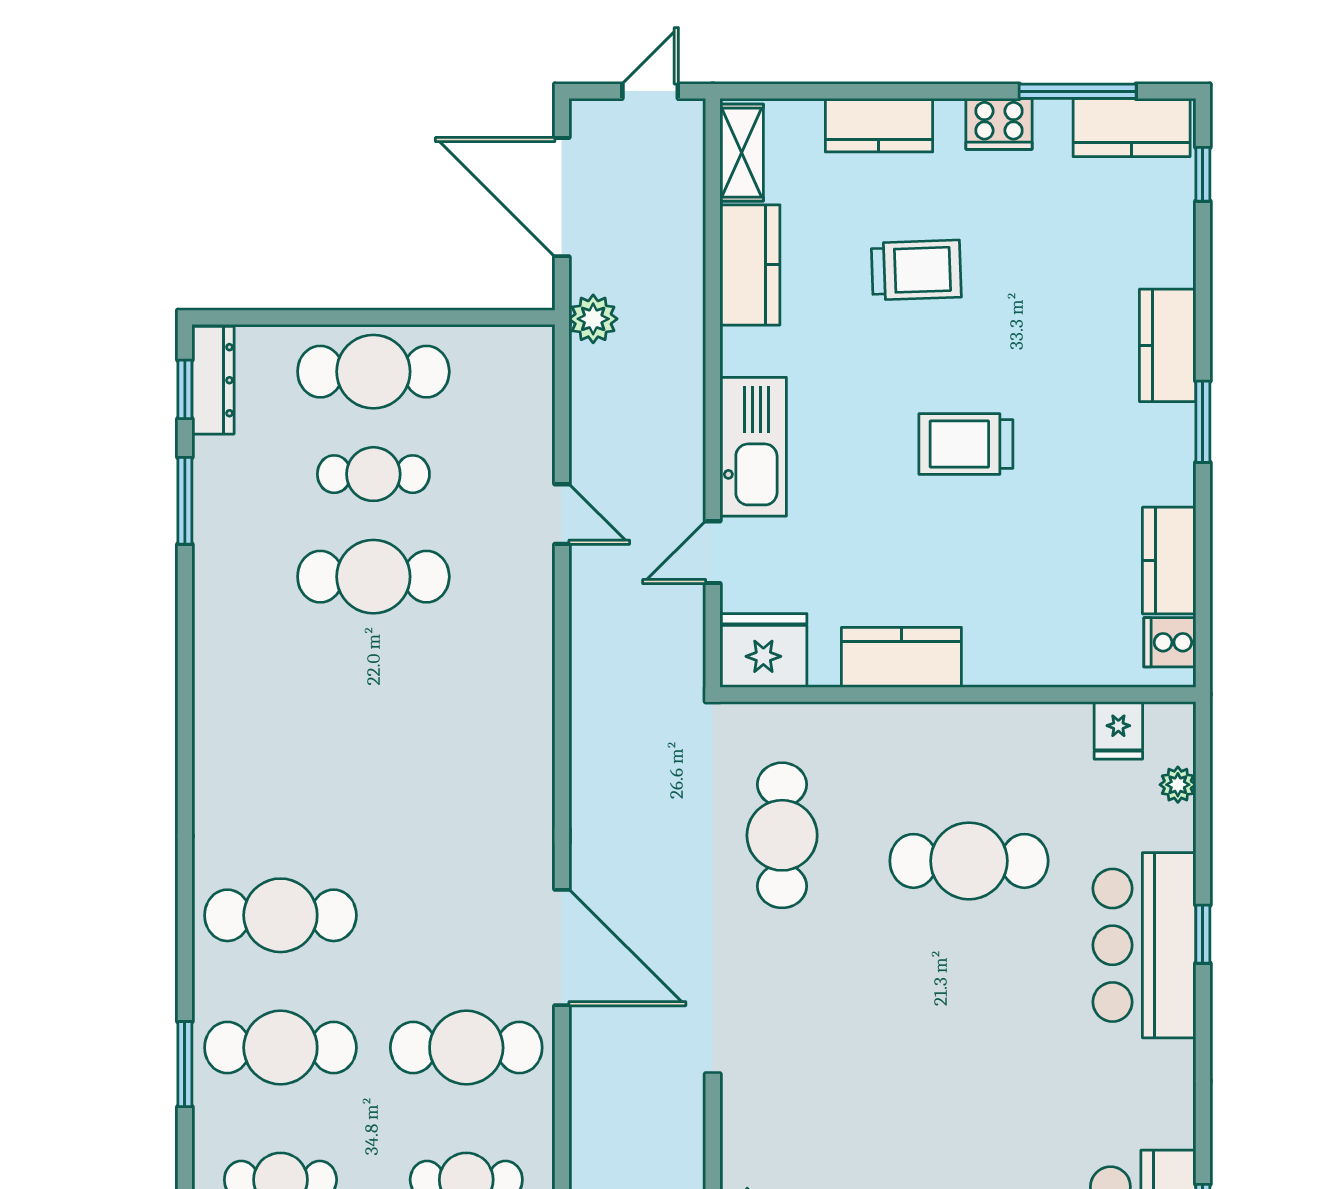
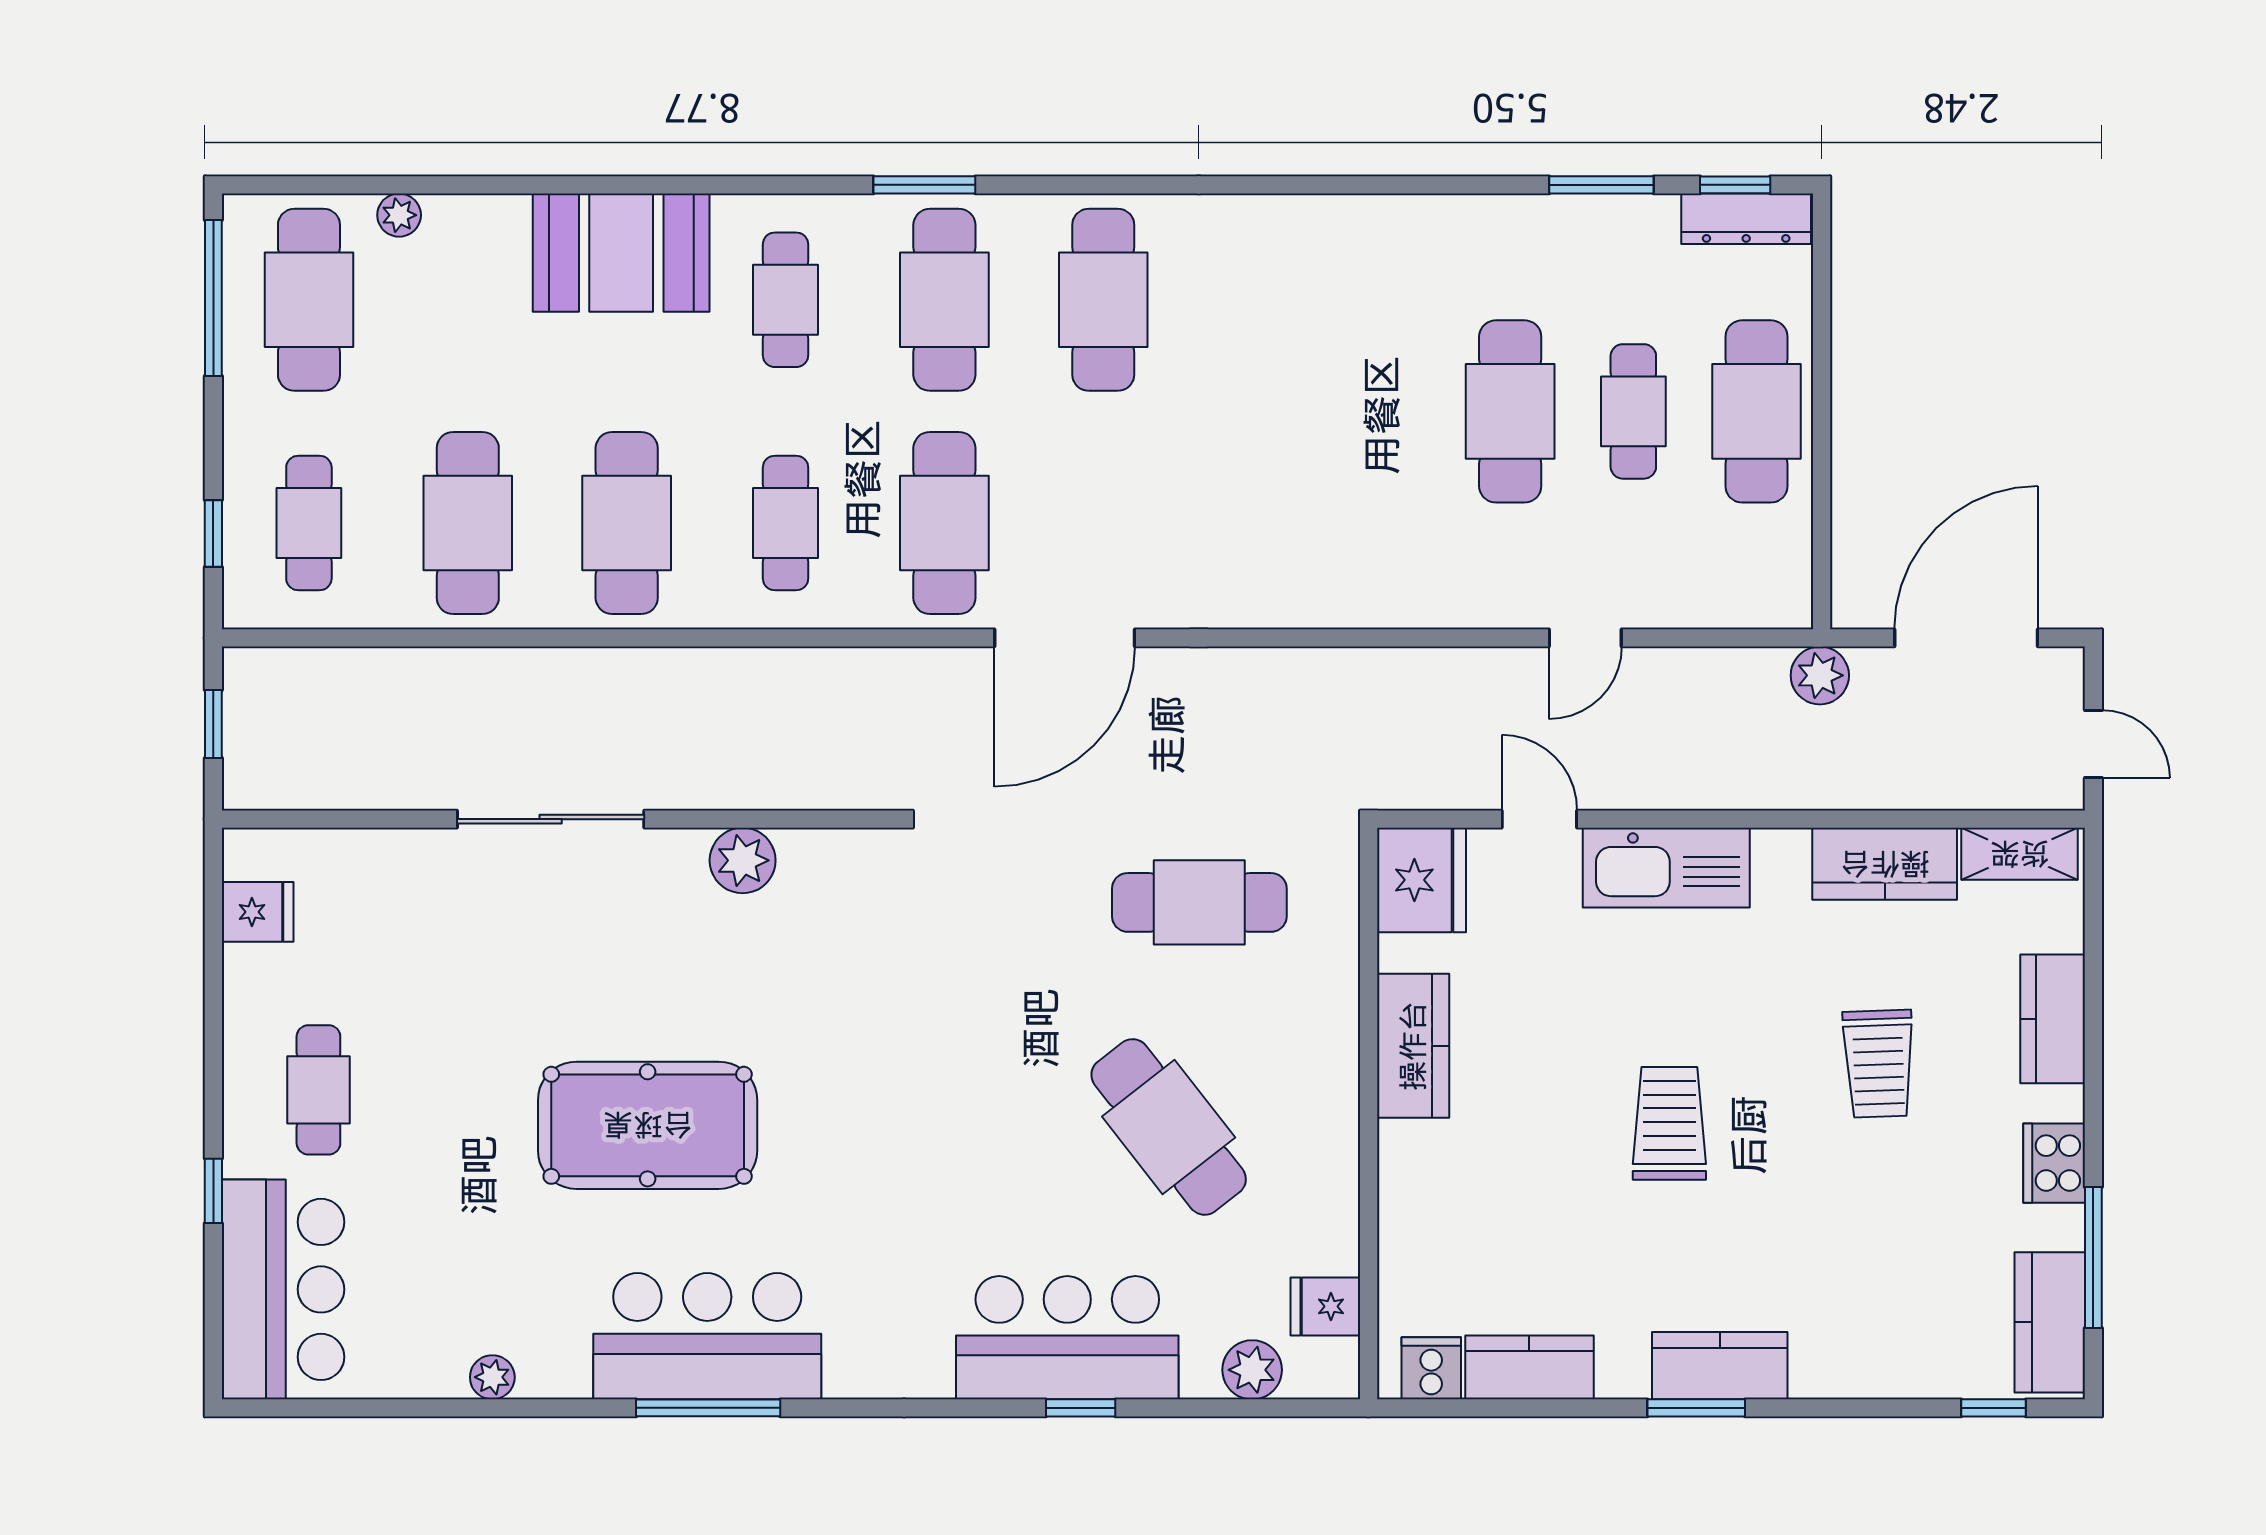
kitchen counter: (1168, 345) -> (1720, 1366), moved
plant: (1178, 785) -> (1252, 1370), width x1.38, depth x1.38
cafe table: (969, 861) -> (1169, 1127), turned -38

